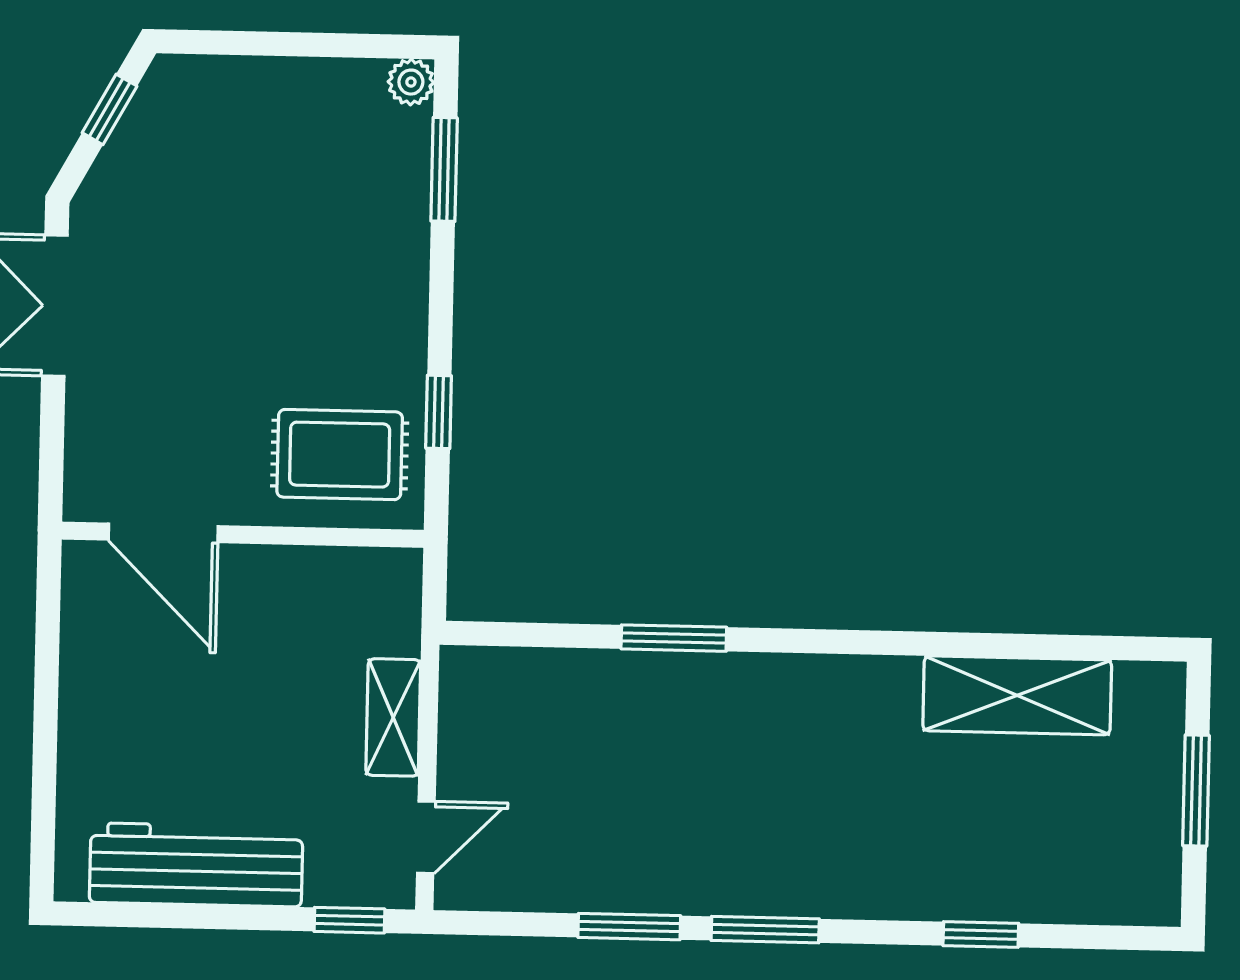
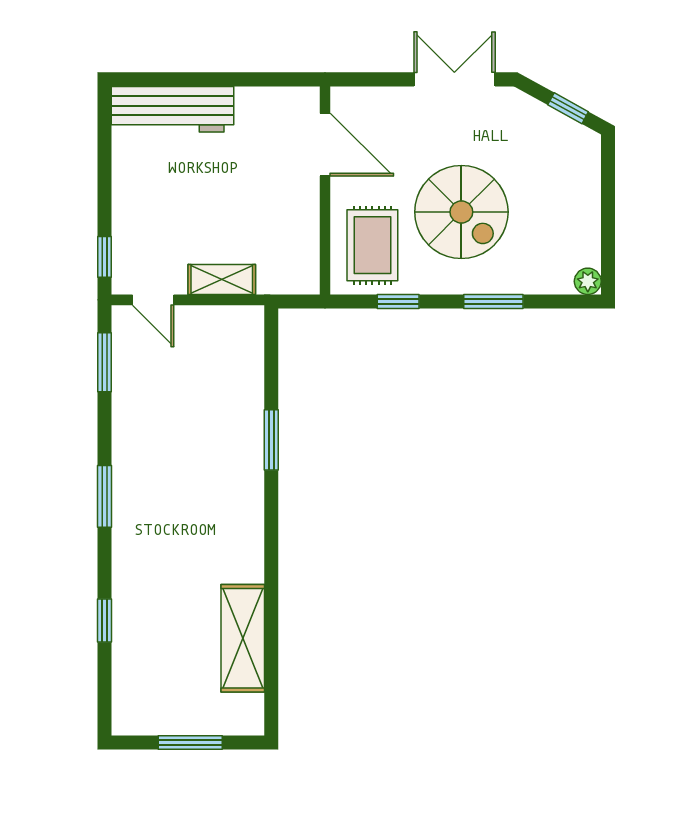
window: (444, 169) -> (493, 302), moved
spiral stairs: (286, 299) -> (461, 212), added
door: (163, 533) -> (325, 145), swing flipped
workbench: (196, 865) -> (173, 109), moved, turned 90
window: (629, 927) -> (105, 362), moved

